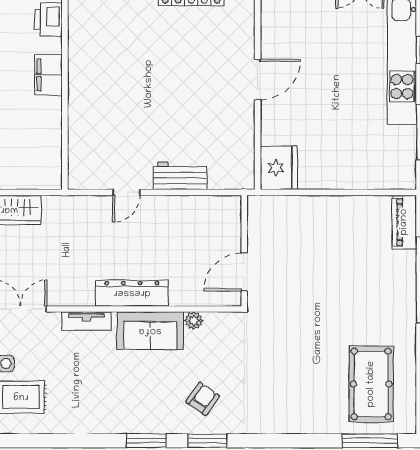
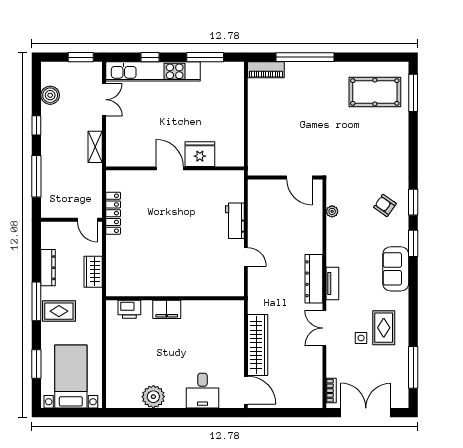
fridge: (279, 168) -> (200, 154), moved
dresser: (132, 293) -> (314, 279), moved
sofa: (150, 331) -> (396, 269), moved, turned 180

